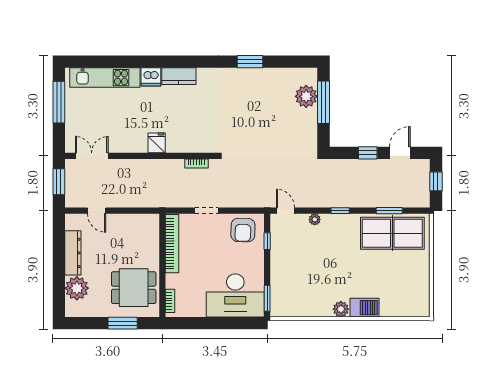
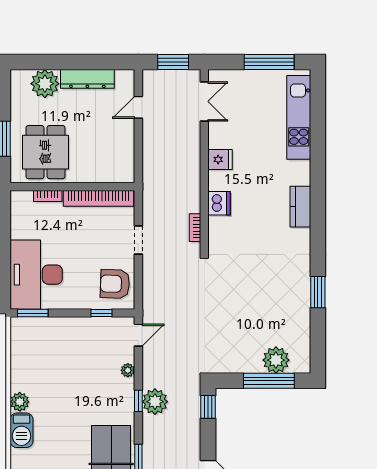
dishwasher: (151, 77) -> (219, 203), moved, turned 180
fridge: (157, 143) -> (220, 159), moved
window: (368, 153) -> (208, 407), moved
plant: (341, 197) -> (155, 402), added
bookcase: (170, 301) -> (48, 196), moved

